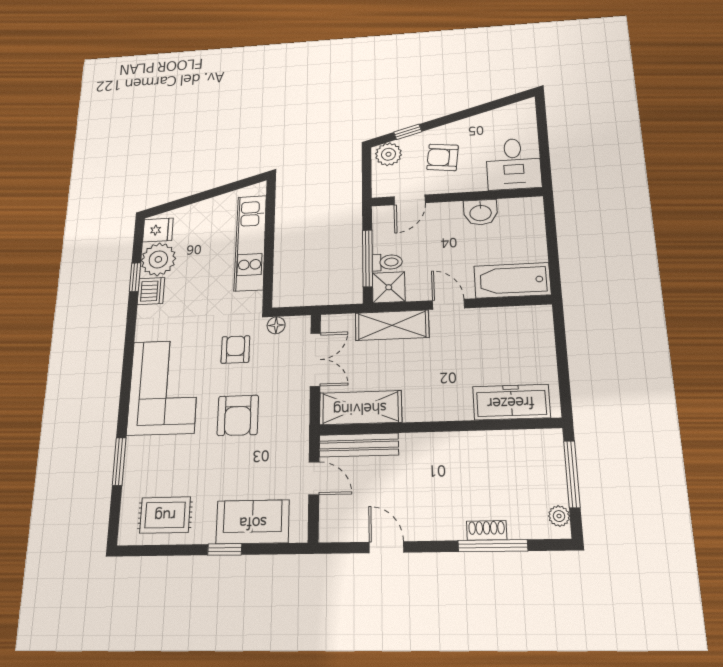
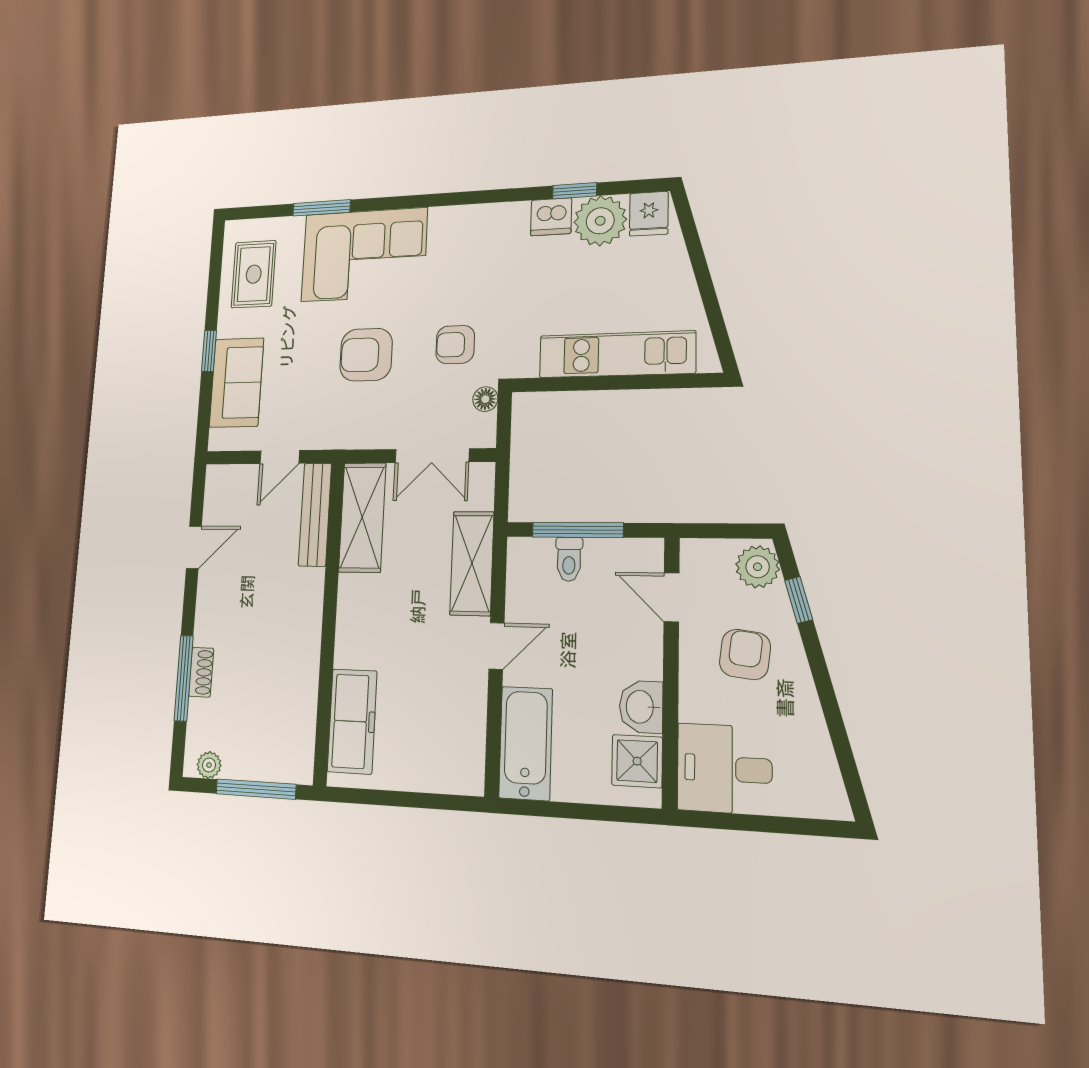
shower: (389, 287) -> (637, 761), moved
armchair: (235, 349) -> (455, 345), turned 180
corner sofa: (163, 387) -> (364, 255), moved

